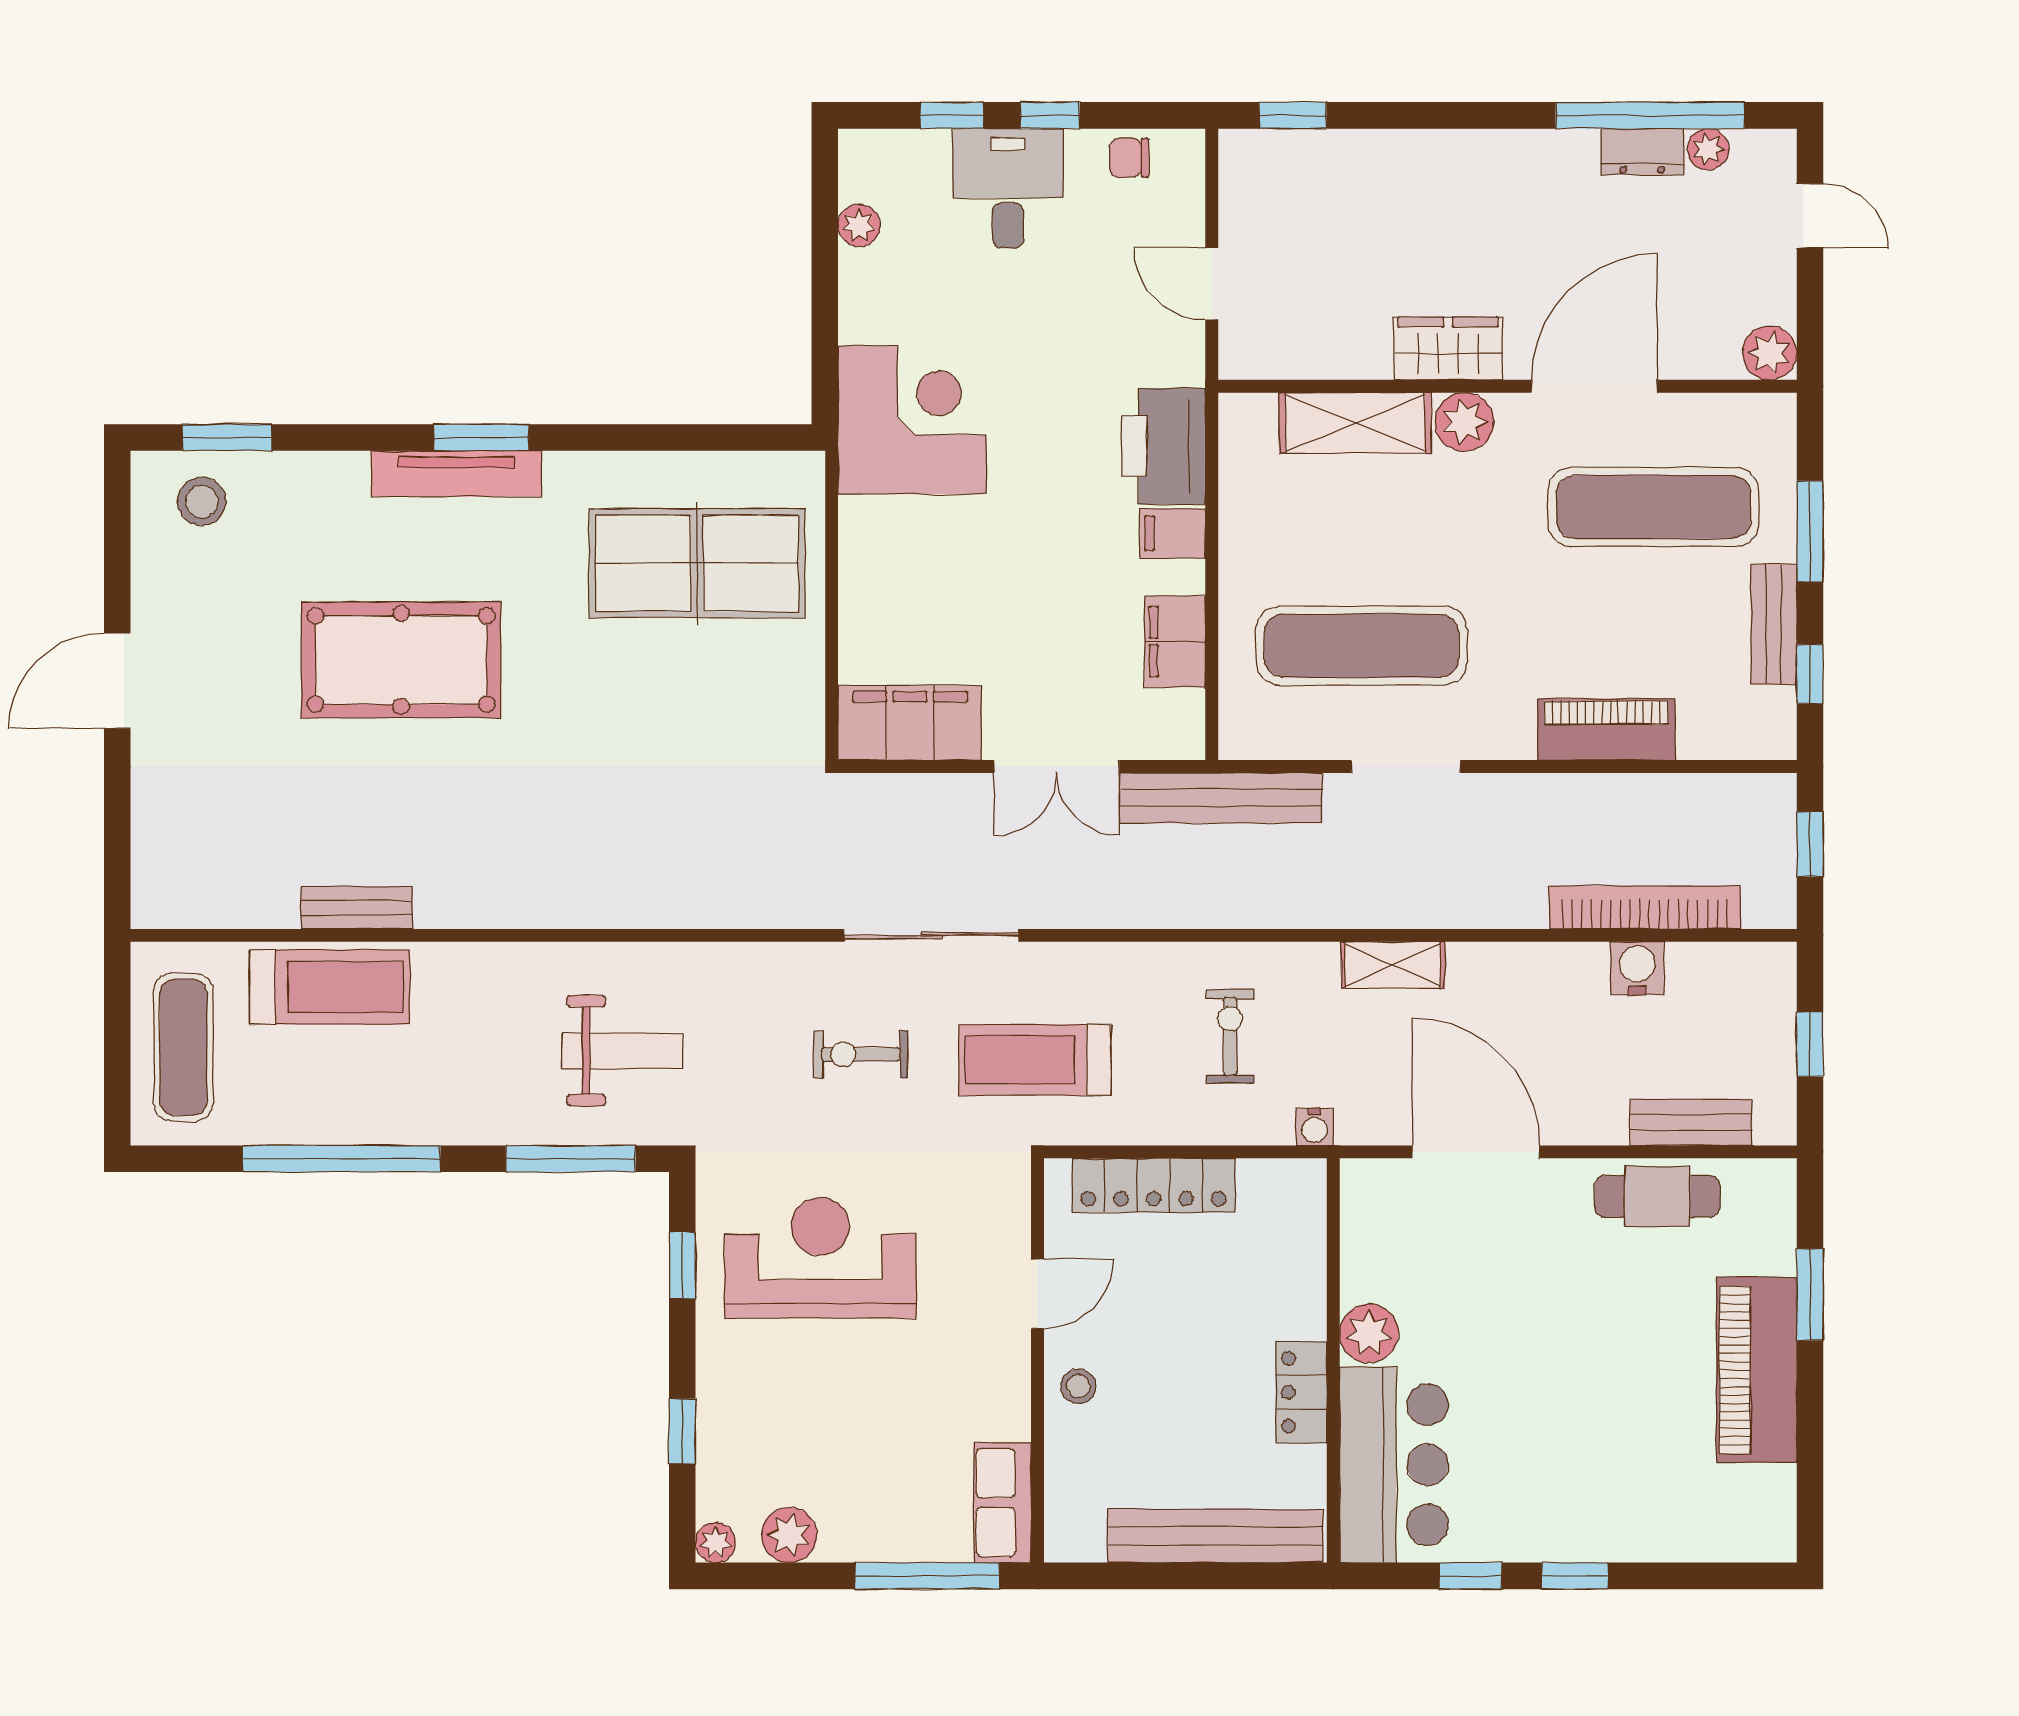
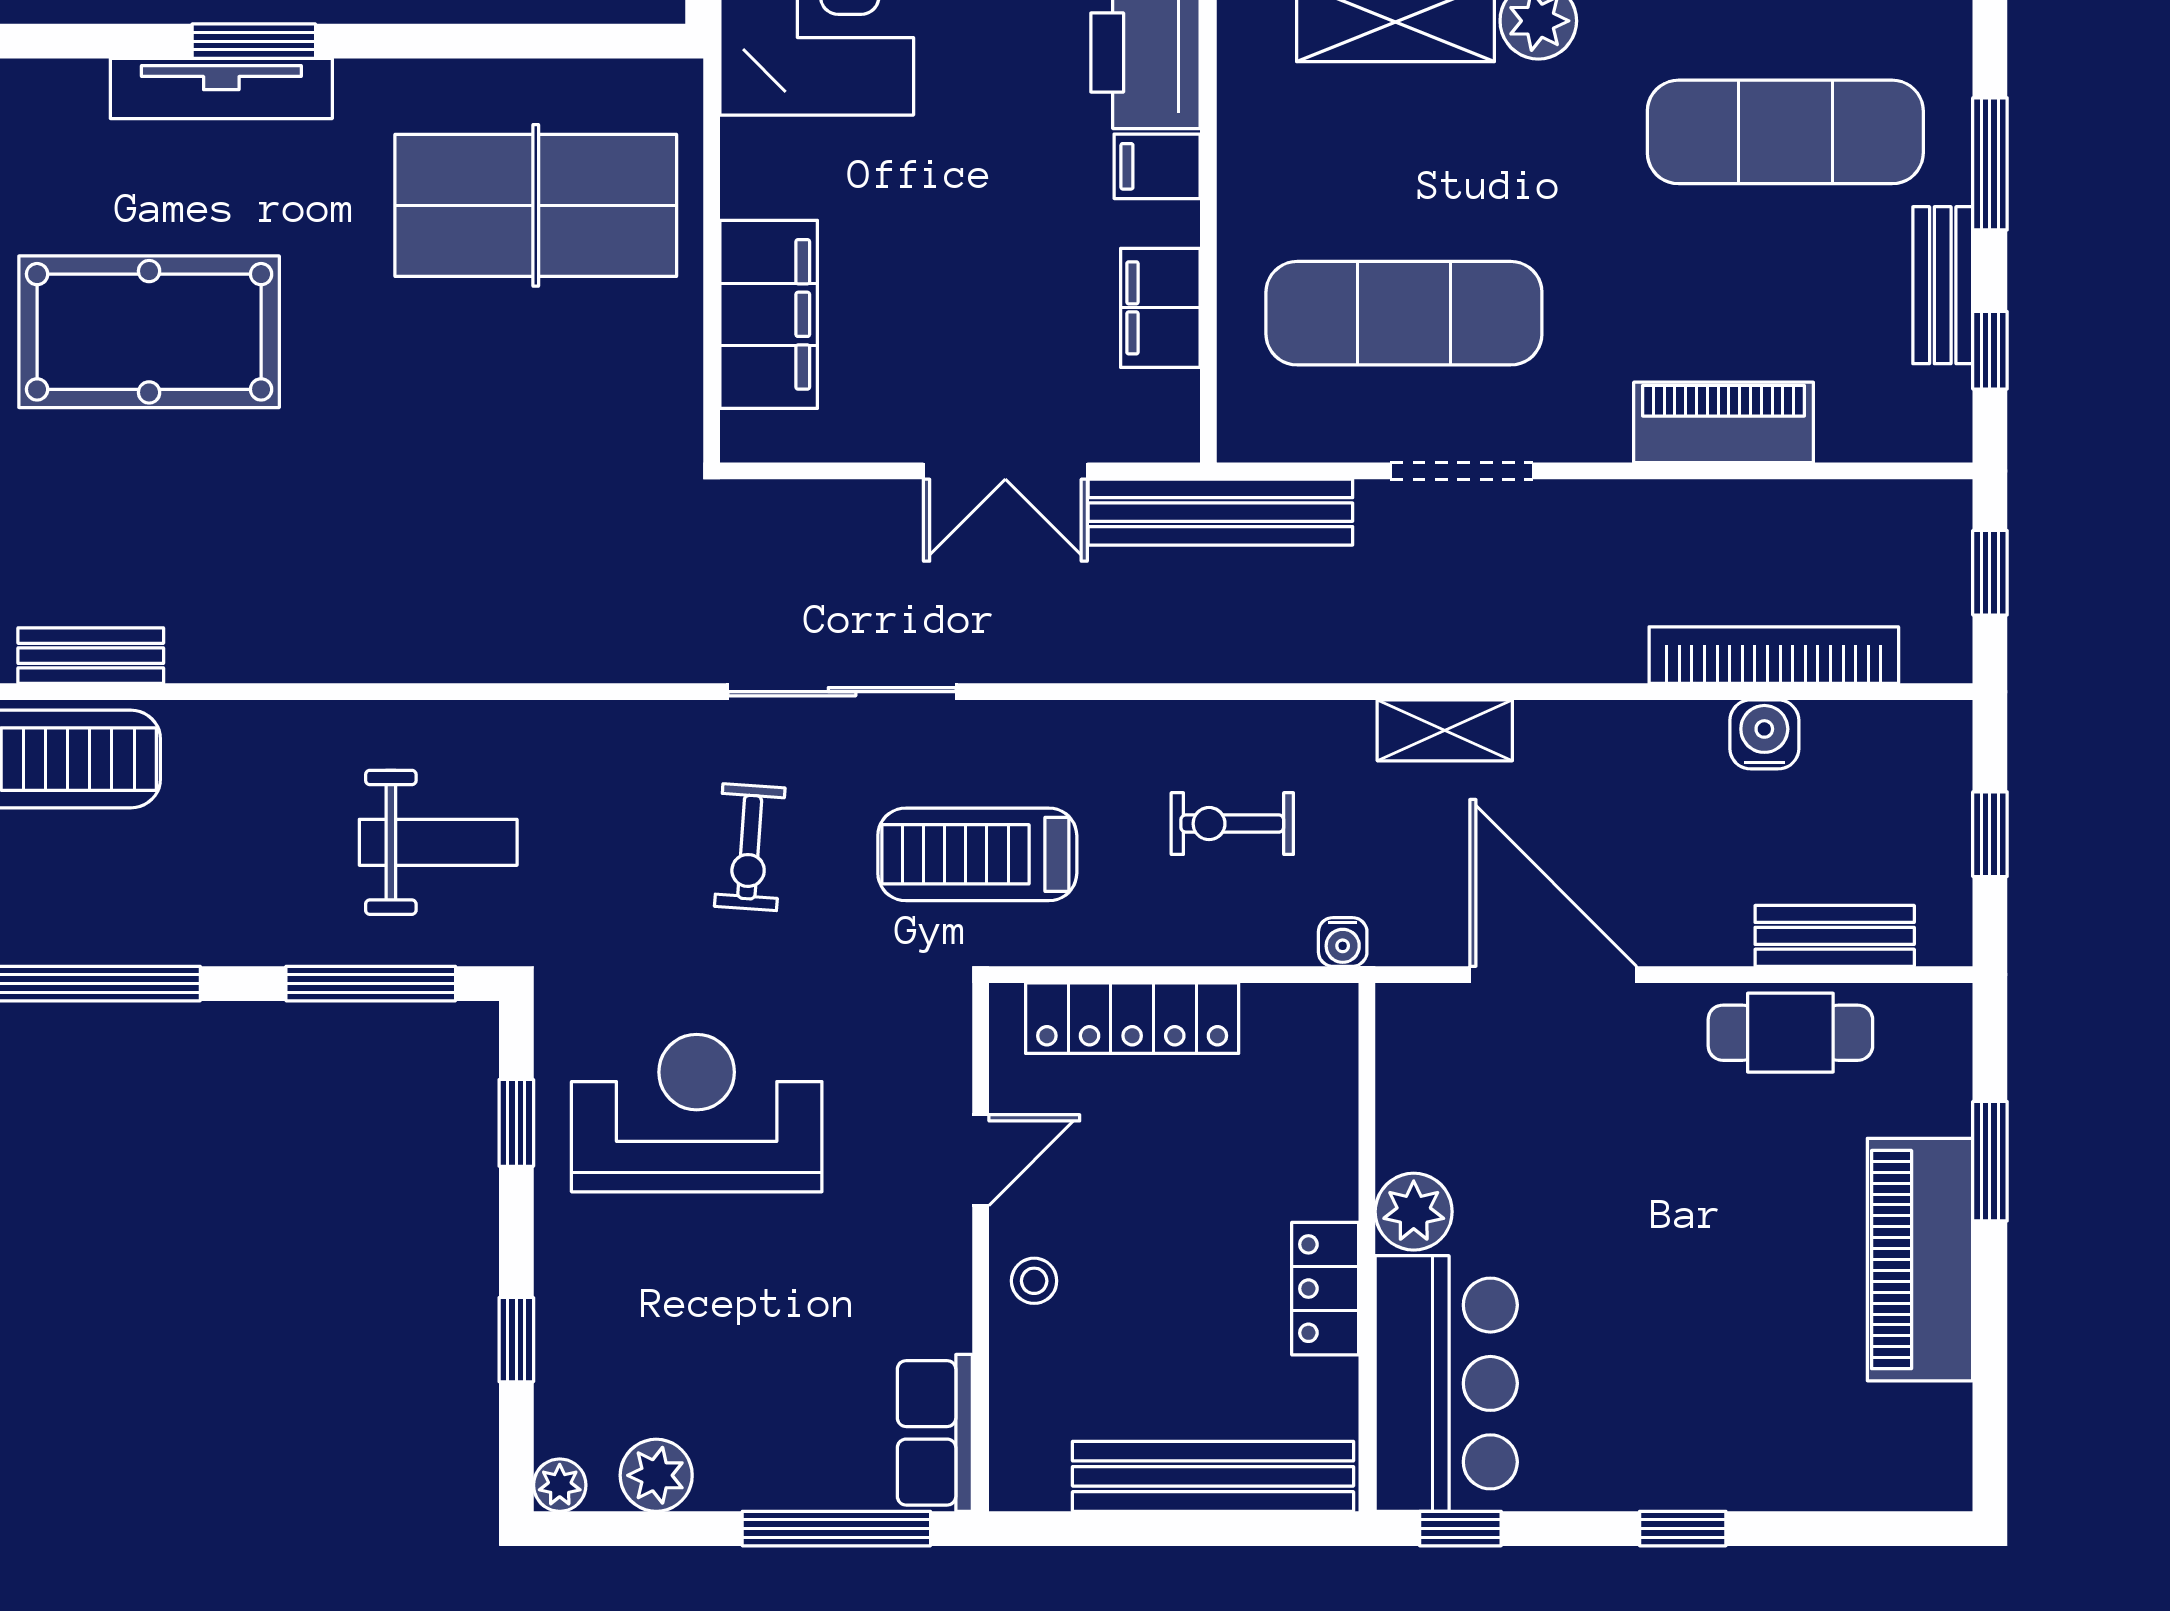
filing cabinet: (910, 723) -> (769, 314), moved, turned 90
exercise bike: (1230, 1036) -> (1232, 824), turned -90
exercise bike: (861, 1054) -> (750, 847), turned -86
window: (1471, 1576) -> (1460, 1529), moved

